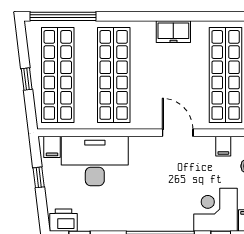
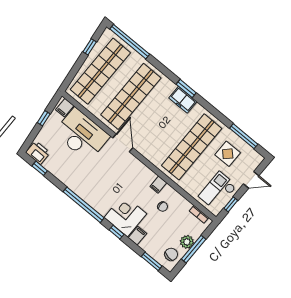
window: (167, 16) -> (186, 88), added
window: (27, 79) -> (90, 47), moved
door: (178, 133) -> (123, 143), moved

